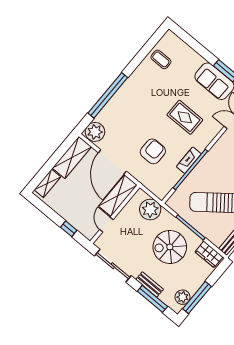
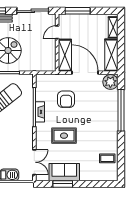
plant: (150, 209) -> (39, 63), removed
door: (106, 225) -> (57, 32), swing flipped
window: (69, 229) -> (78, 11), width x2.17

